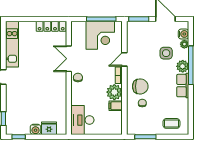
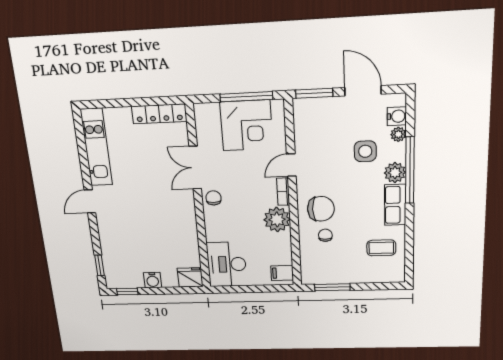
filing cabinet: (116, 106) -> (282, 273), moved
coffee table: (171, 123) -> (381, 248), moved
fridge: (49, 128) -> (190, 277), moved

